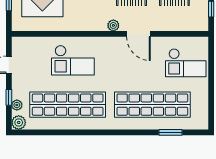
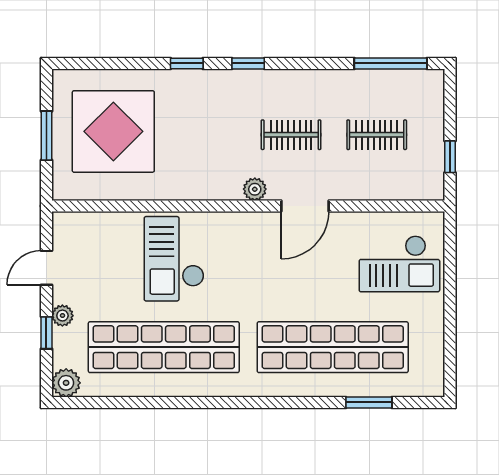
door: (138, 34) -> (305, 206), hinge flipped
checkout: (73, 60) -> (174, 259), turned 90
plant: (17, 105) -> (62, 316), moved

